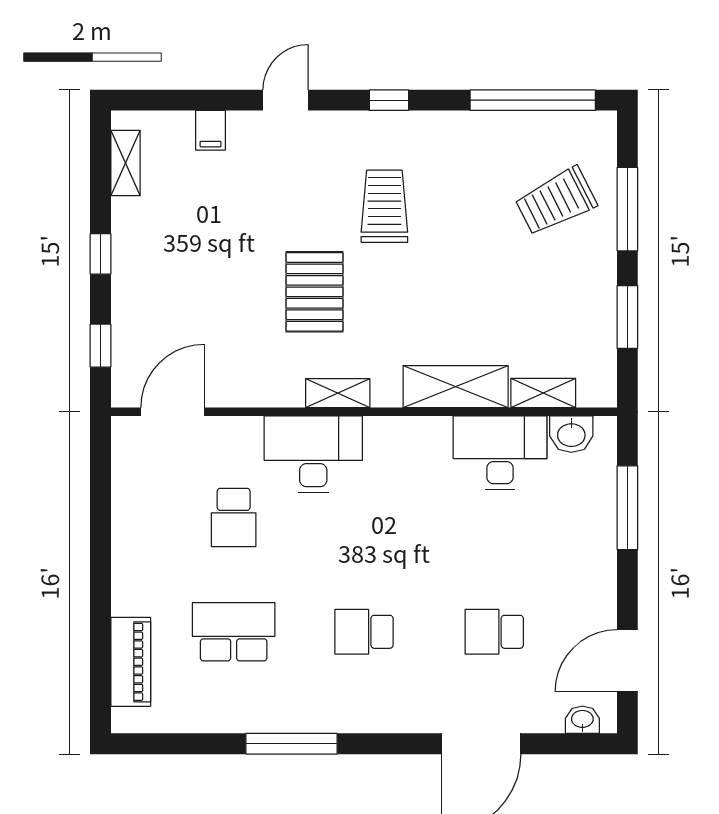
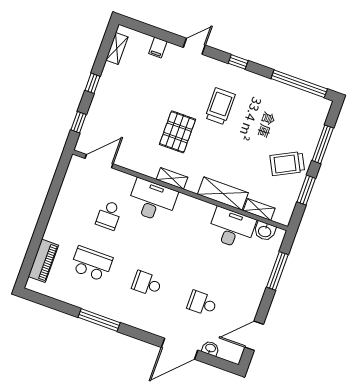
trolley: (556, 201) -> (287, 164), moved
washbasin: (582, 720) -> (210, 348), moved

